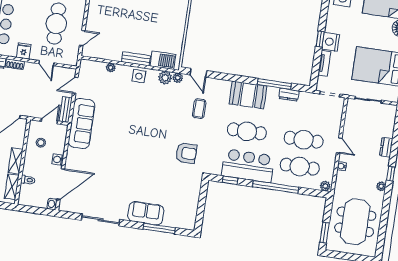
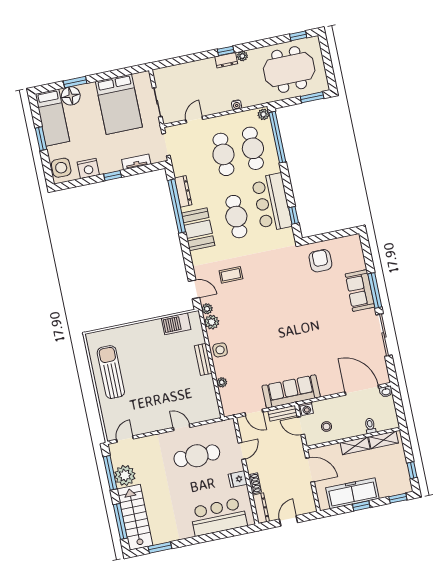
door: (82, 38) -> (182, 427), moved
nightstand: (331, 42) -> (88, 168), moved
barbecue: (163, 60) -> (176, 324), moved, turned -90
door: (198, 73) -> (194, 289), hinge flipped
window: (274, 84) -> (177, 206), width x1.46
dresser: (289, 95) -> (183, 191), width x1.44
door: (339, 145) -> (194, 120), moved
dresser: (386, 147) -> (226, 60), moved
armchair: (186, 153) -> (320, 261), moved
washing machine: (58, 160) -> (307, 409), moved
window: (276, 187) -> (277, 137), moved
window: (159, 228) -> (375, 290), moved
window: (381, 240) -> (298, 36), added

